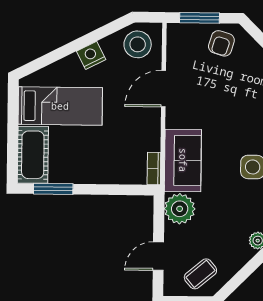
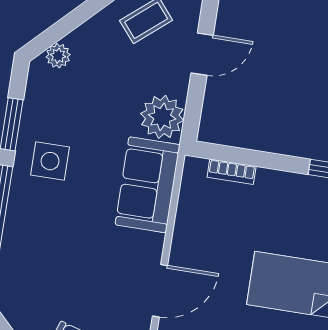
bookcase: (154, 168) -> (232, 172), moved, turned 90

